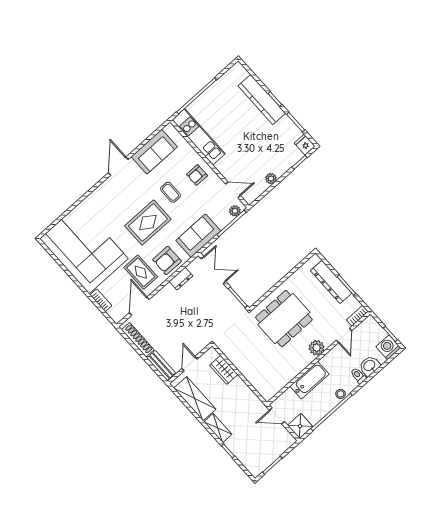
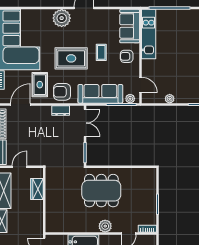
sofa: (154, 152) -> (130, 26), moved, turned 90
plant: (106, 193) -> (62, 18), added
sofa: (198, 236) -> (100, 94), width x1.36
dresser: (331, 282) -> (150, 194), removed

